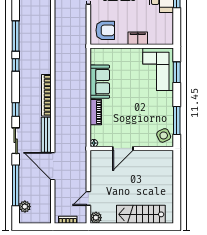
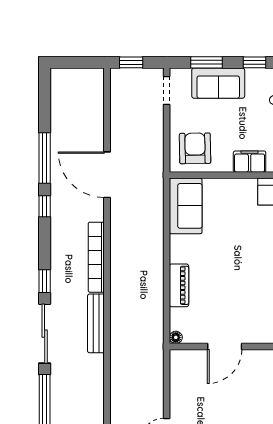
armchair: (105, 30) -> (195, 148), turned -91
sofa: (100, 82) -> (186, 206), moved
sliding door: (16, 141) -> (45, 334), width x1.37
door: (53, 166) -> (107, 175), moved

